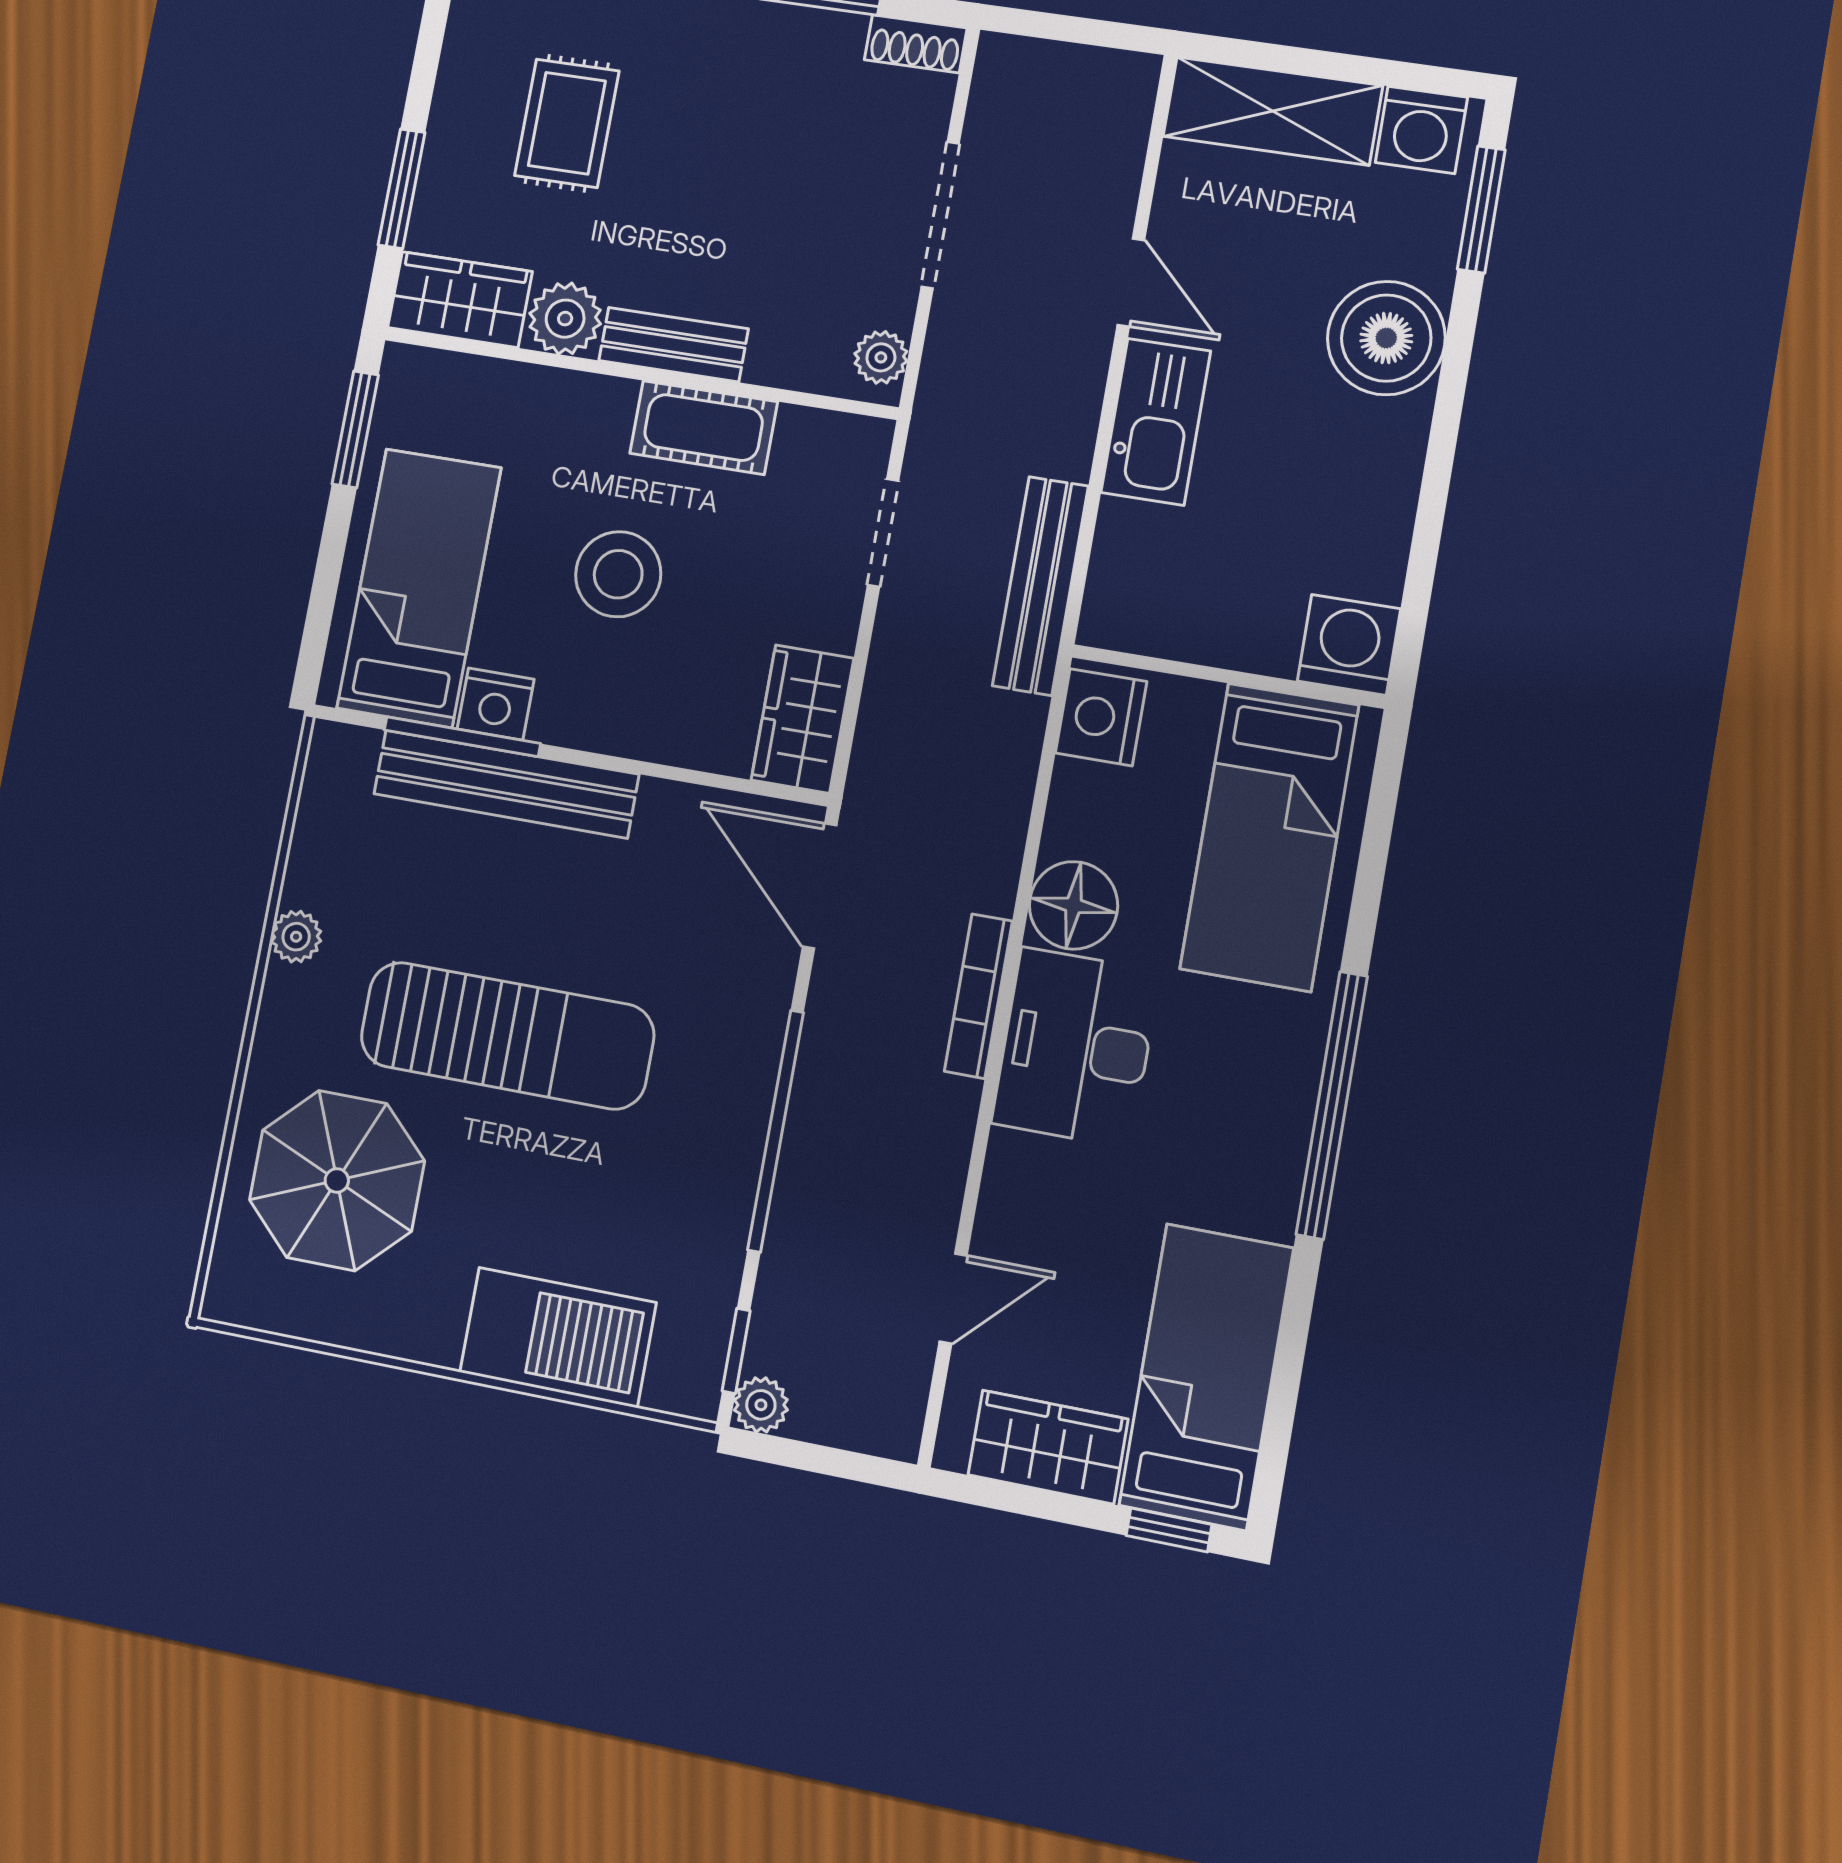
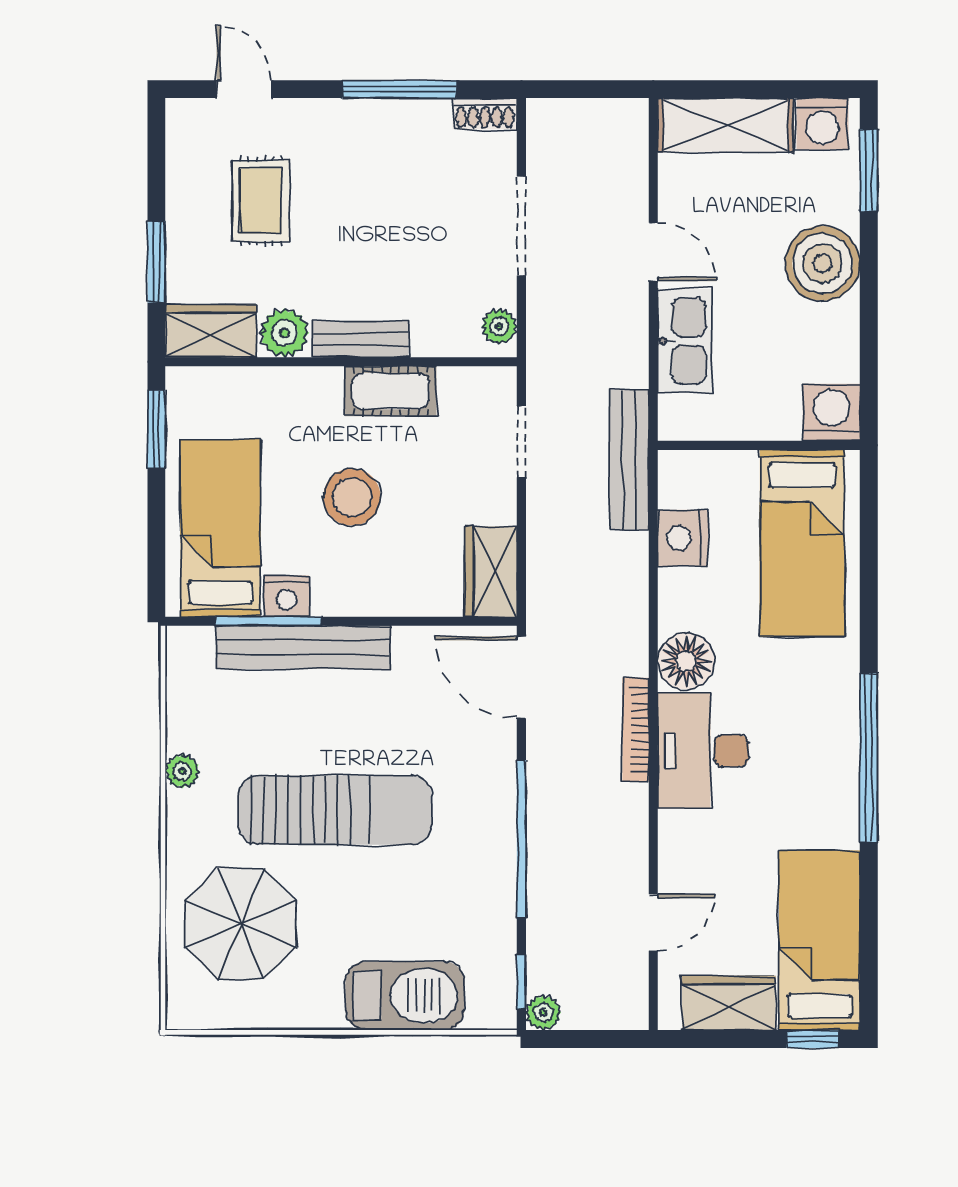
washing machine: (1349, 645) -> (831, 412), moved
wall: (1228, 676) -> (759, 445), moved
bed: (1270, 837) -> (802, 543), moved

